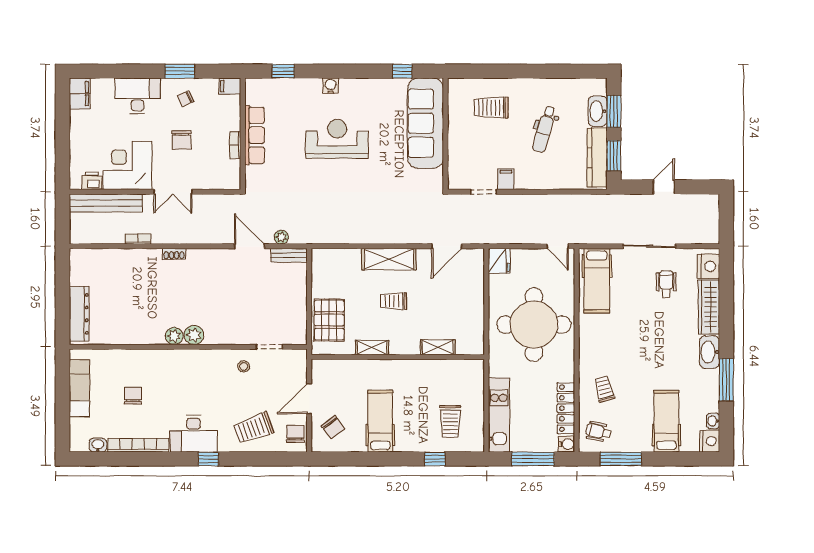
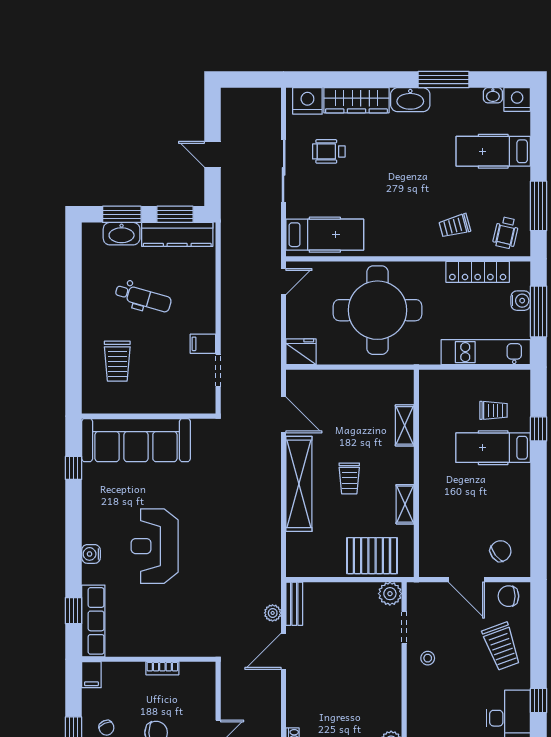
row of seats: (254, 135) -> (93, 621), moved, turned 90
shelving: (389, 259) -> (299, 484), width x1.47
plant: (194, 335) -> (390, 594), moved
hospital bed: (380, 421) -> (493, 448), moved
trolley: (450, 421) -> (494, 410), width x0.73, depth x0.72
water cooler: (567, 444) -> (521, 301), moved, turned 90

